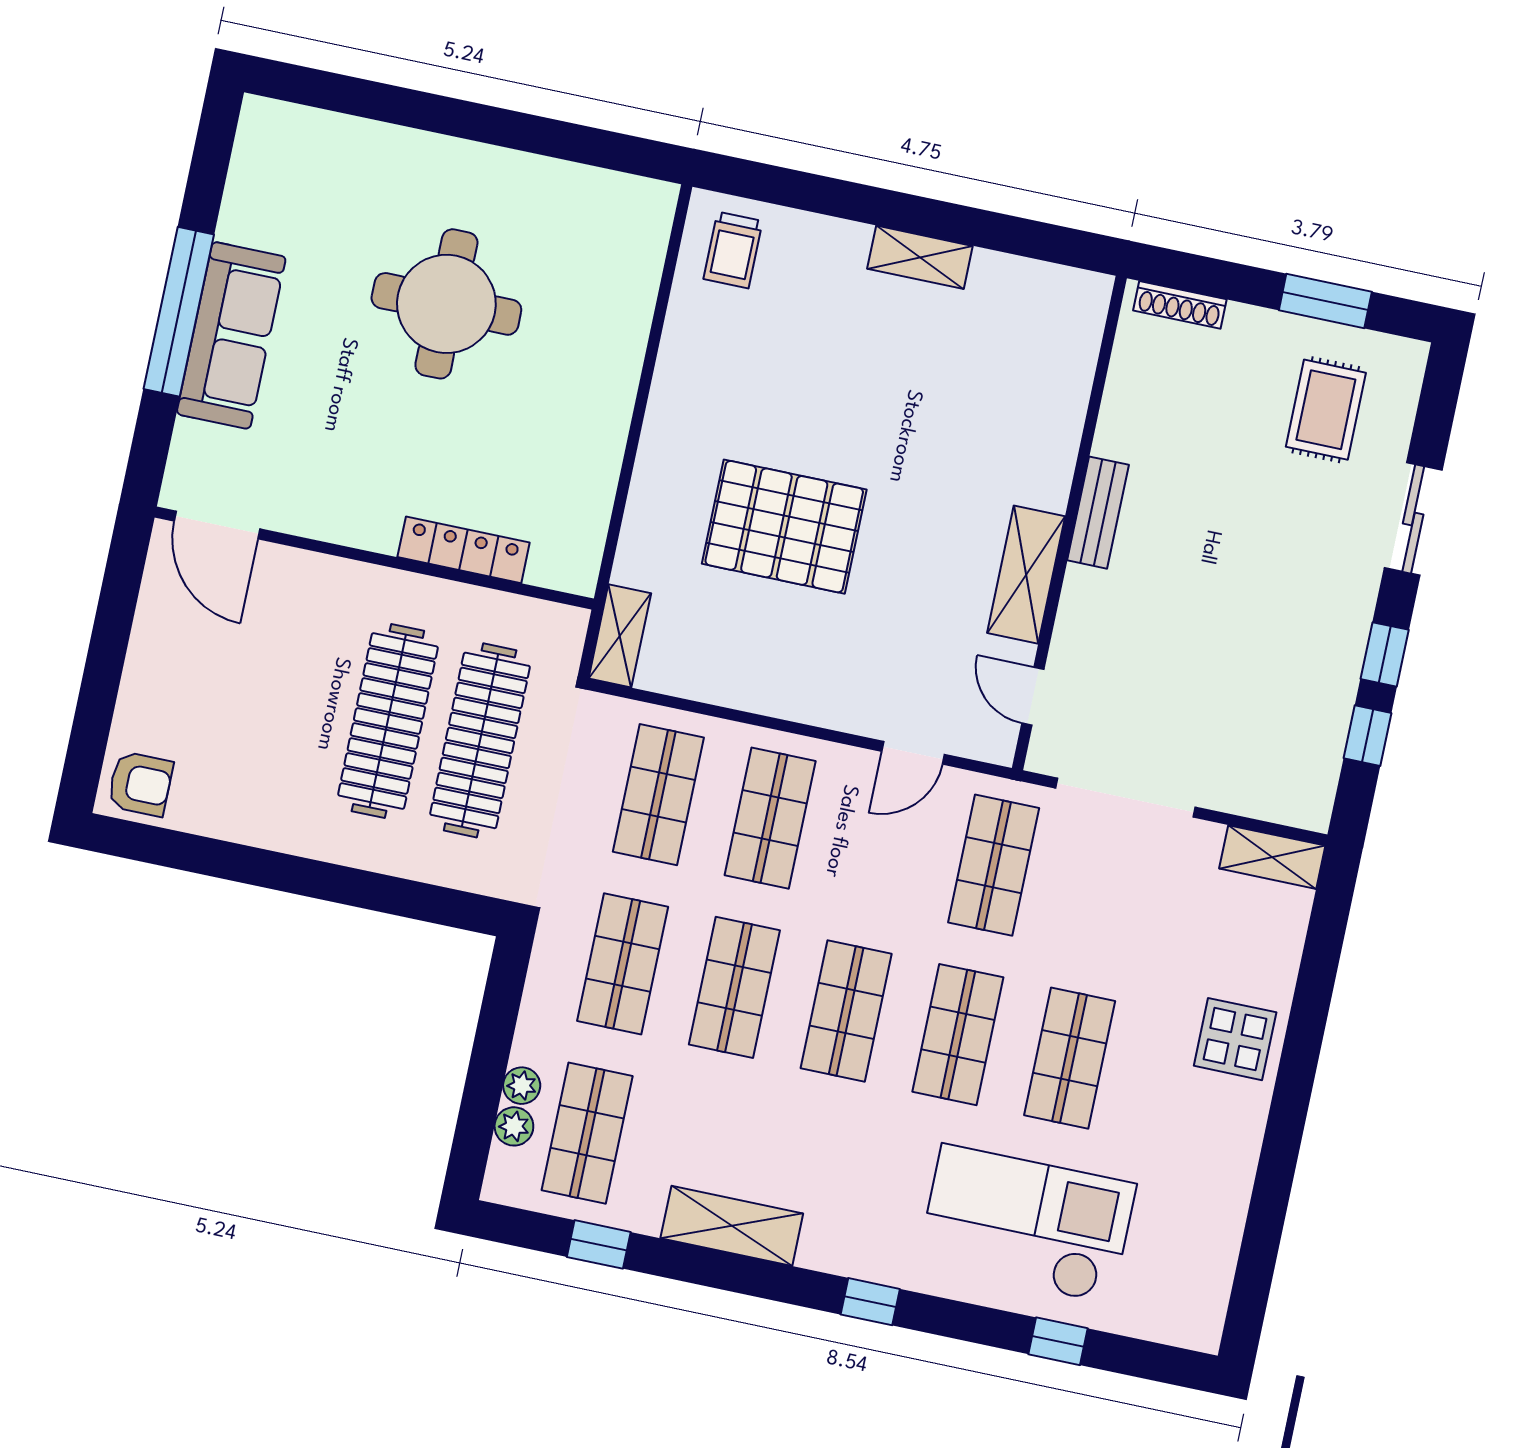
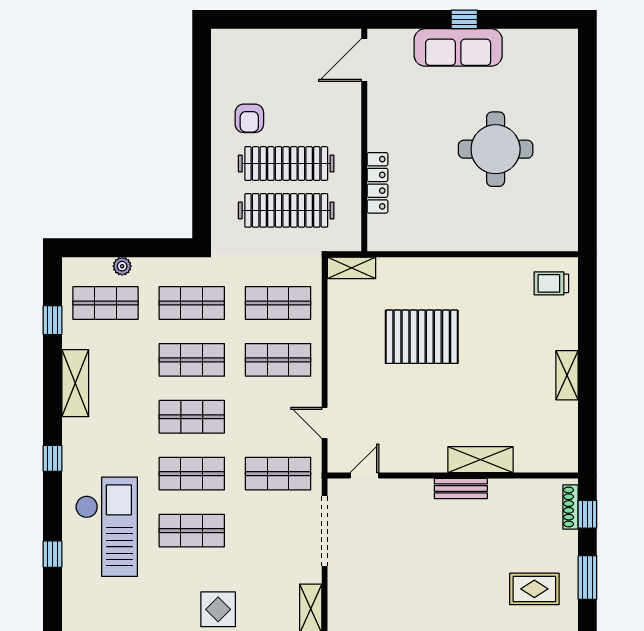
window: (1201, 275) -> (587, 514), added
window: (179, 312) -> (464, 19), width x0.32
pallet: (784, 527) -> (422, 337), turned 90
shelving: (1026, 575) -> (480, 460), moved
armchair: (140, 784) -> (249, 118), moved
plant: (514, 1126) -> (101, 267), removed

